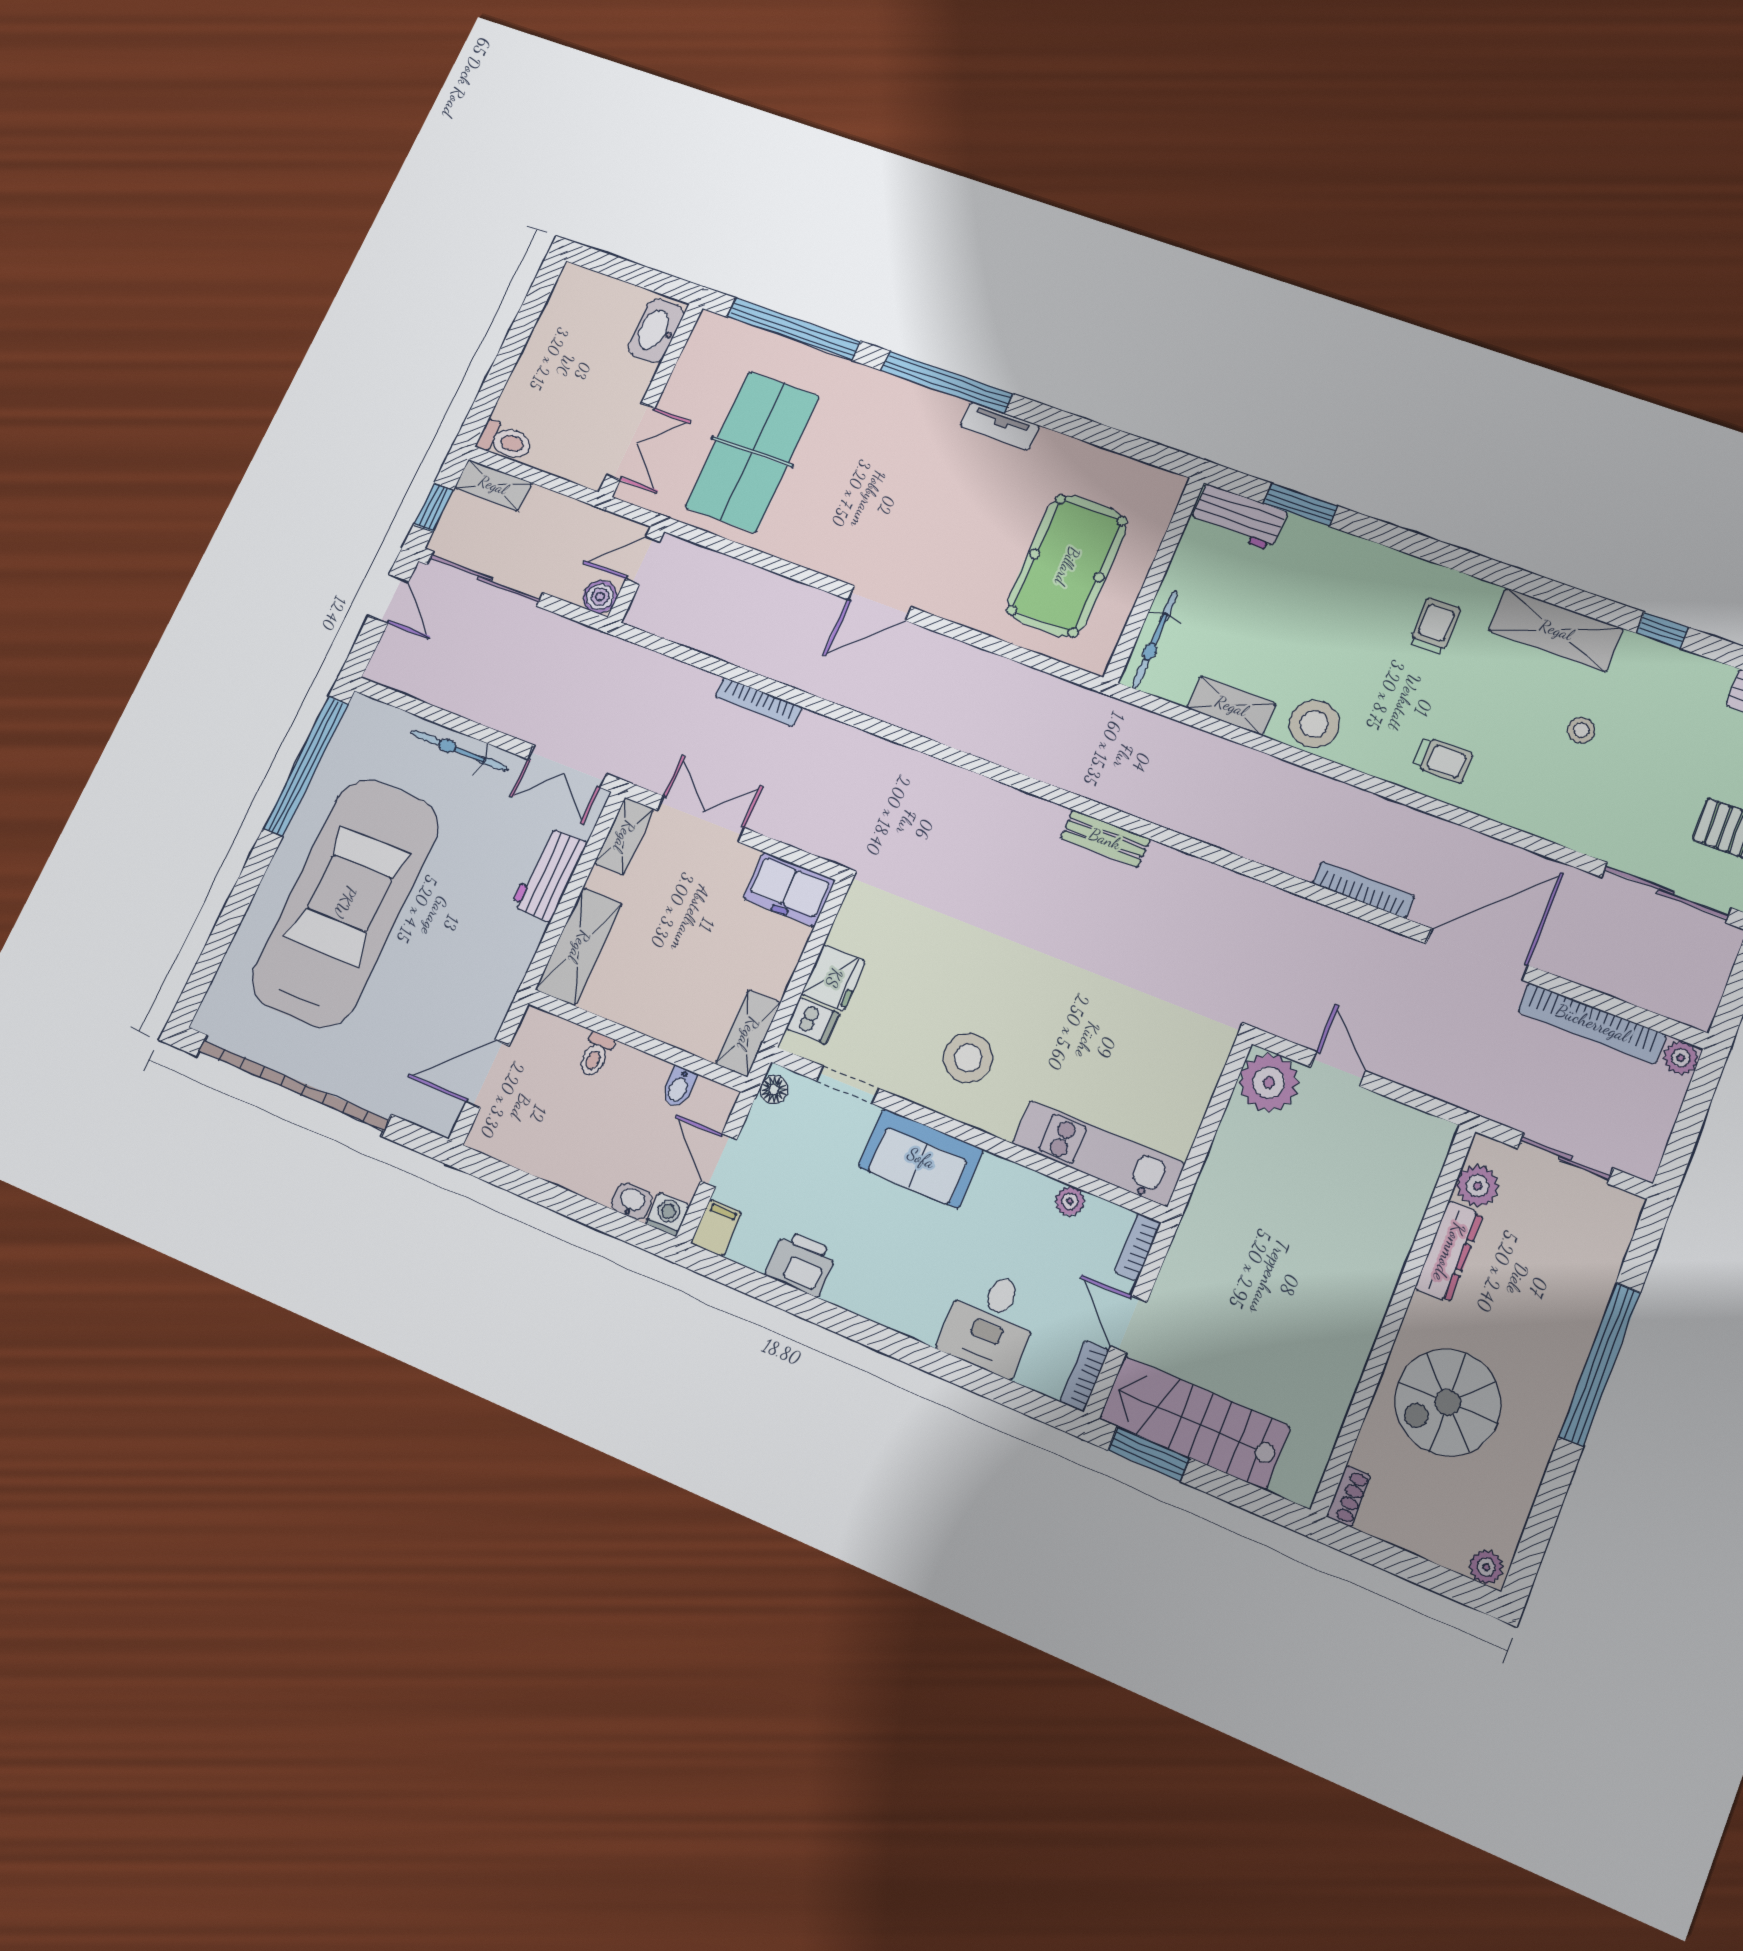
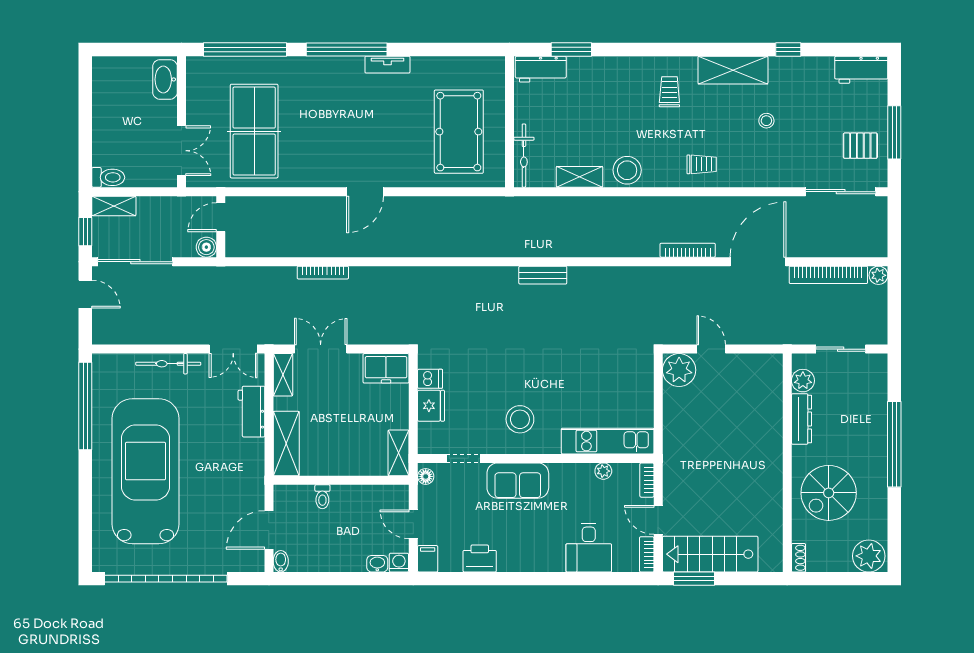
dishwasher: (813, 1021) -> (430, 379), moved
bidet: (679, 1087) -> (281, 561), moved, turned 180
plant: (1486, 1567) -> (869, 556), width x1.87, depth x1.87

